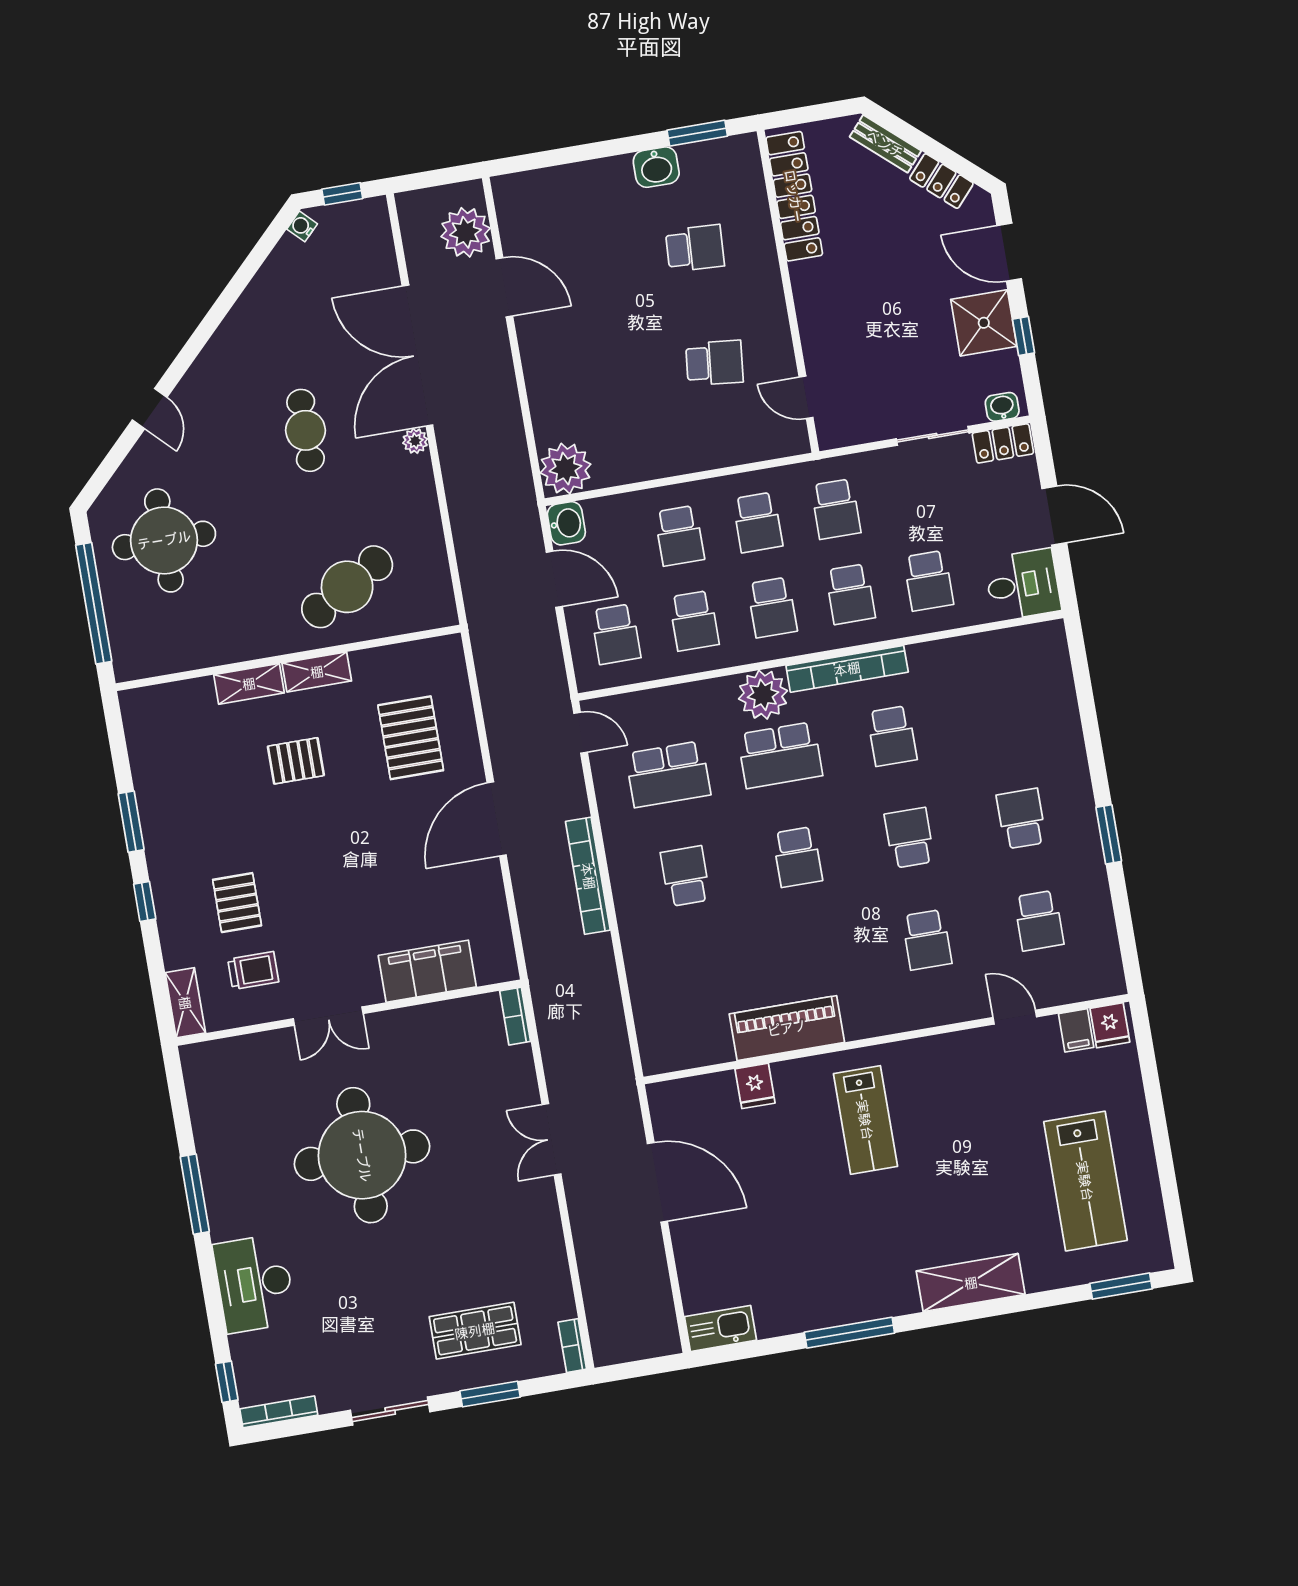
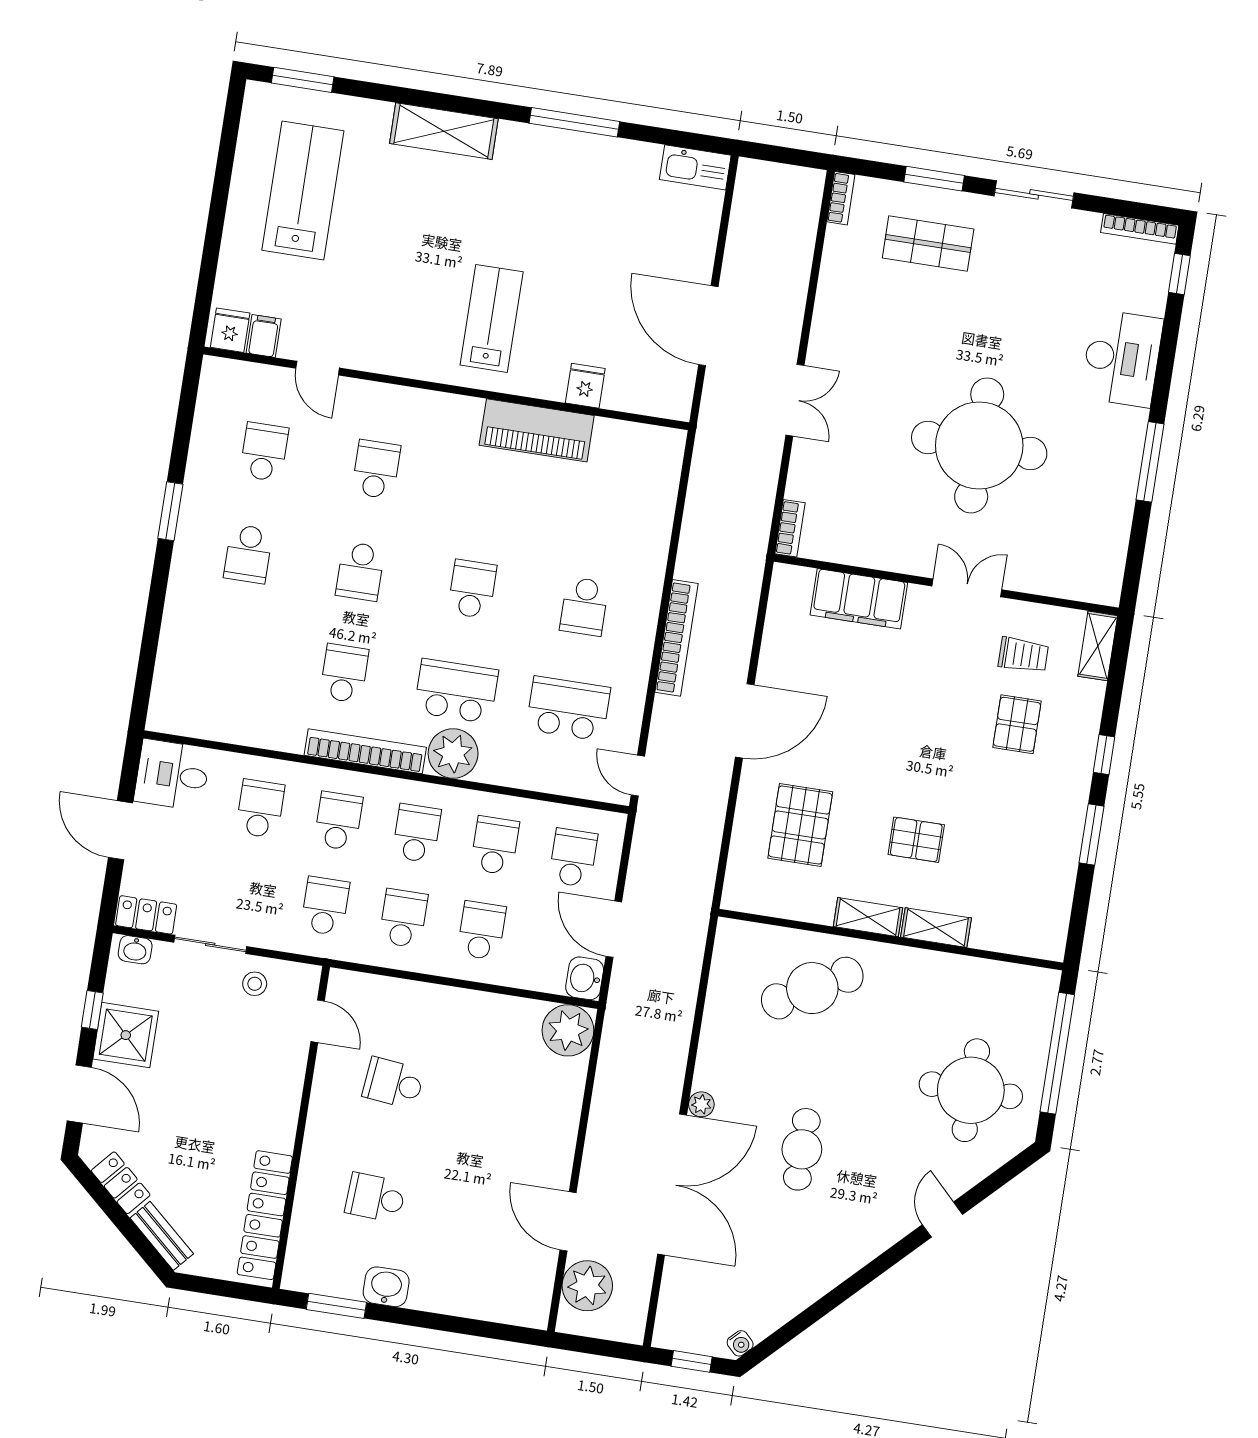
stool: (878, 413) -> (255, 984), added
trolley: (253, 970) -> (1023, 655), turned 180

